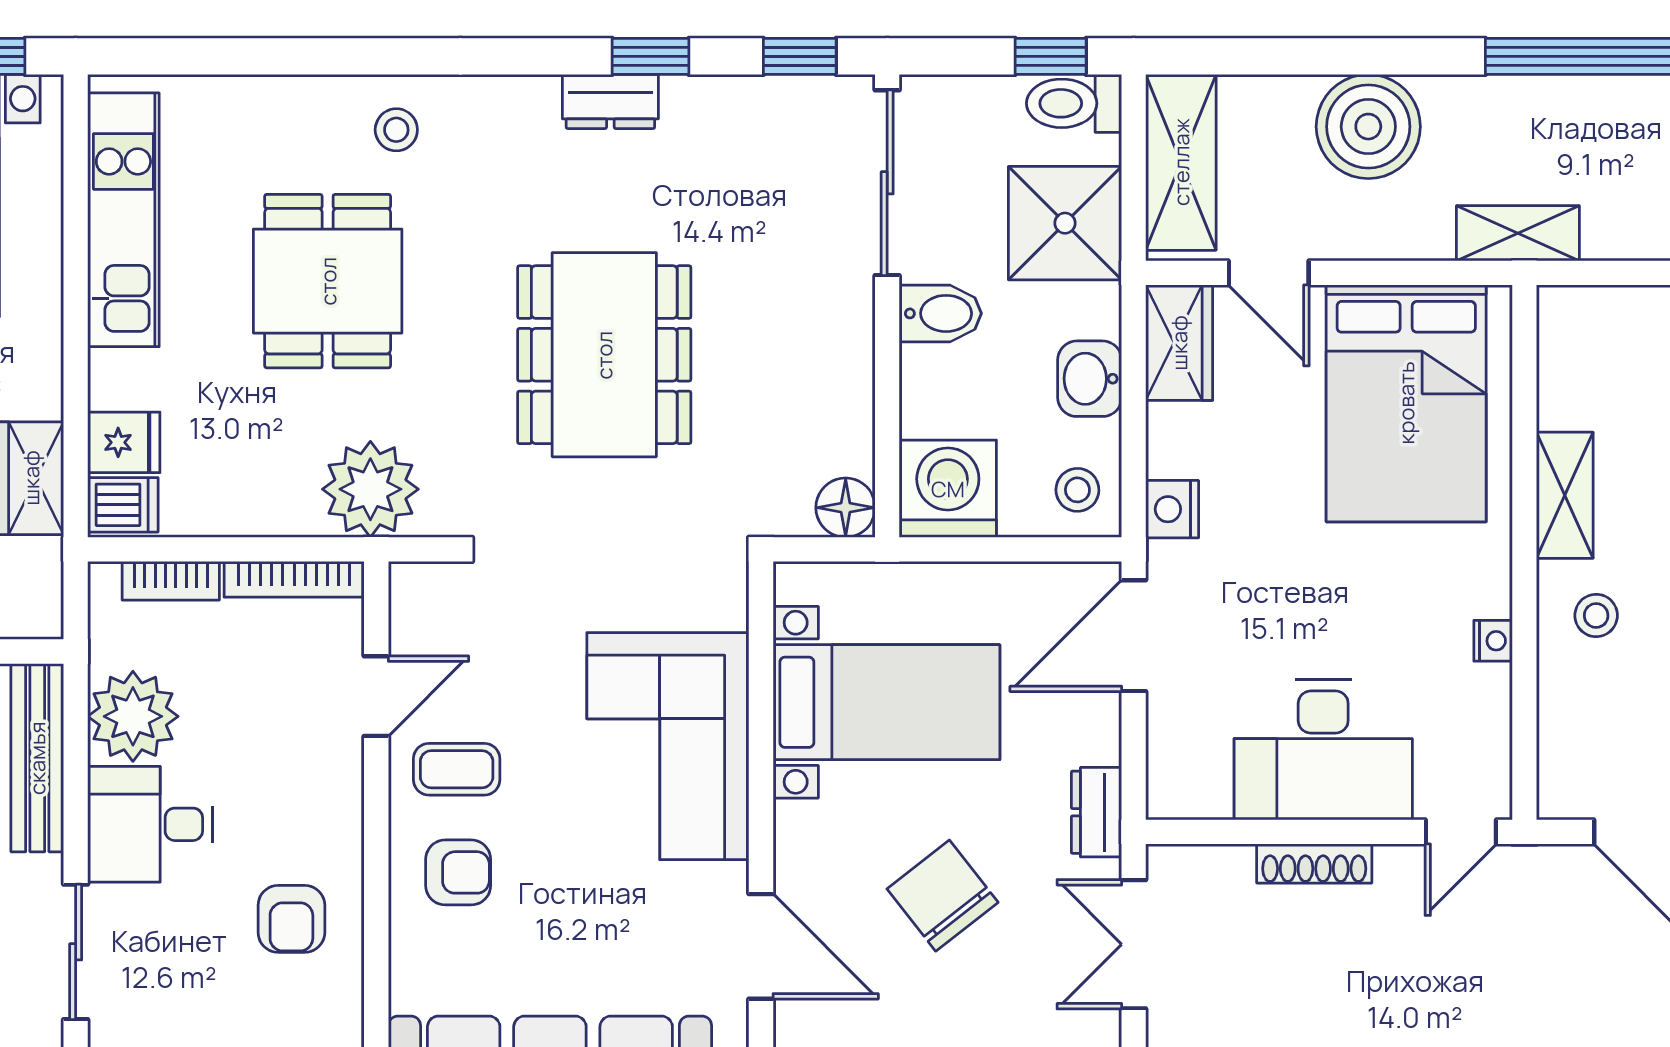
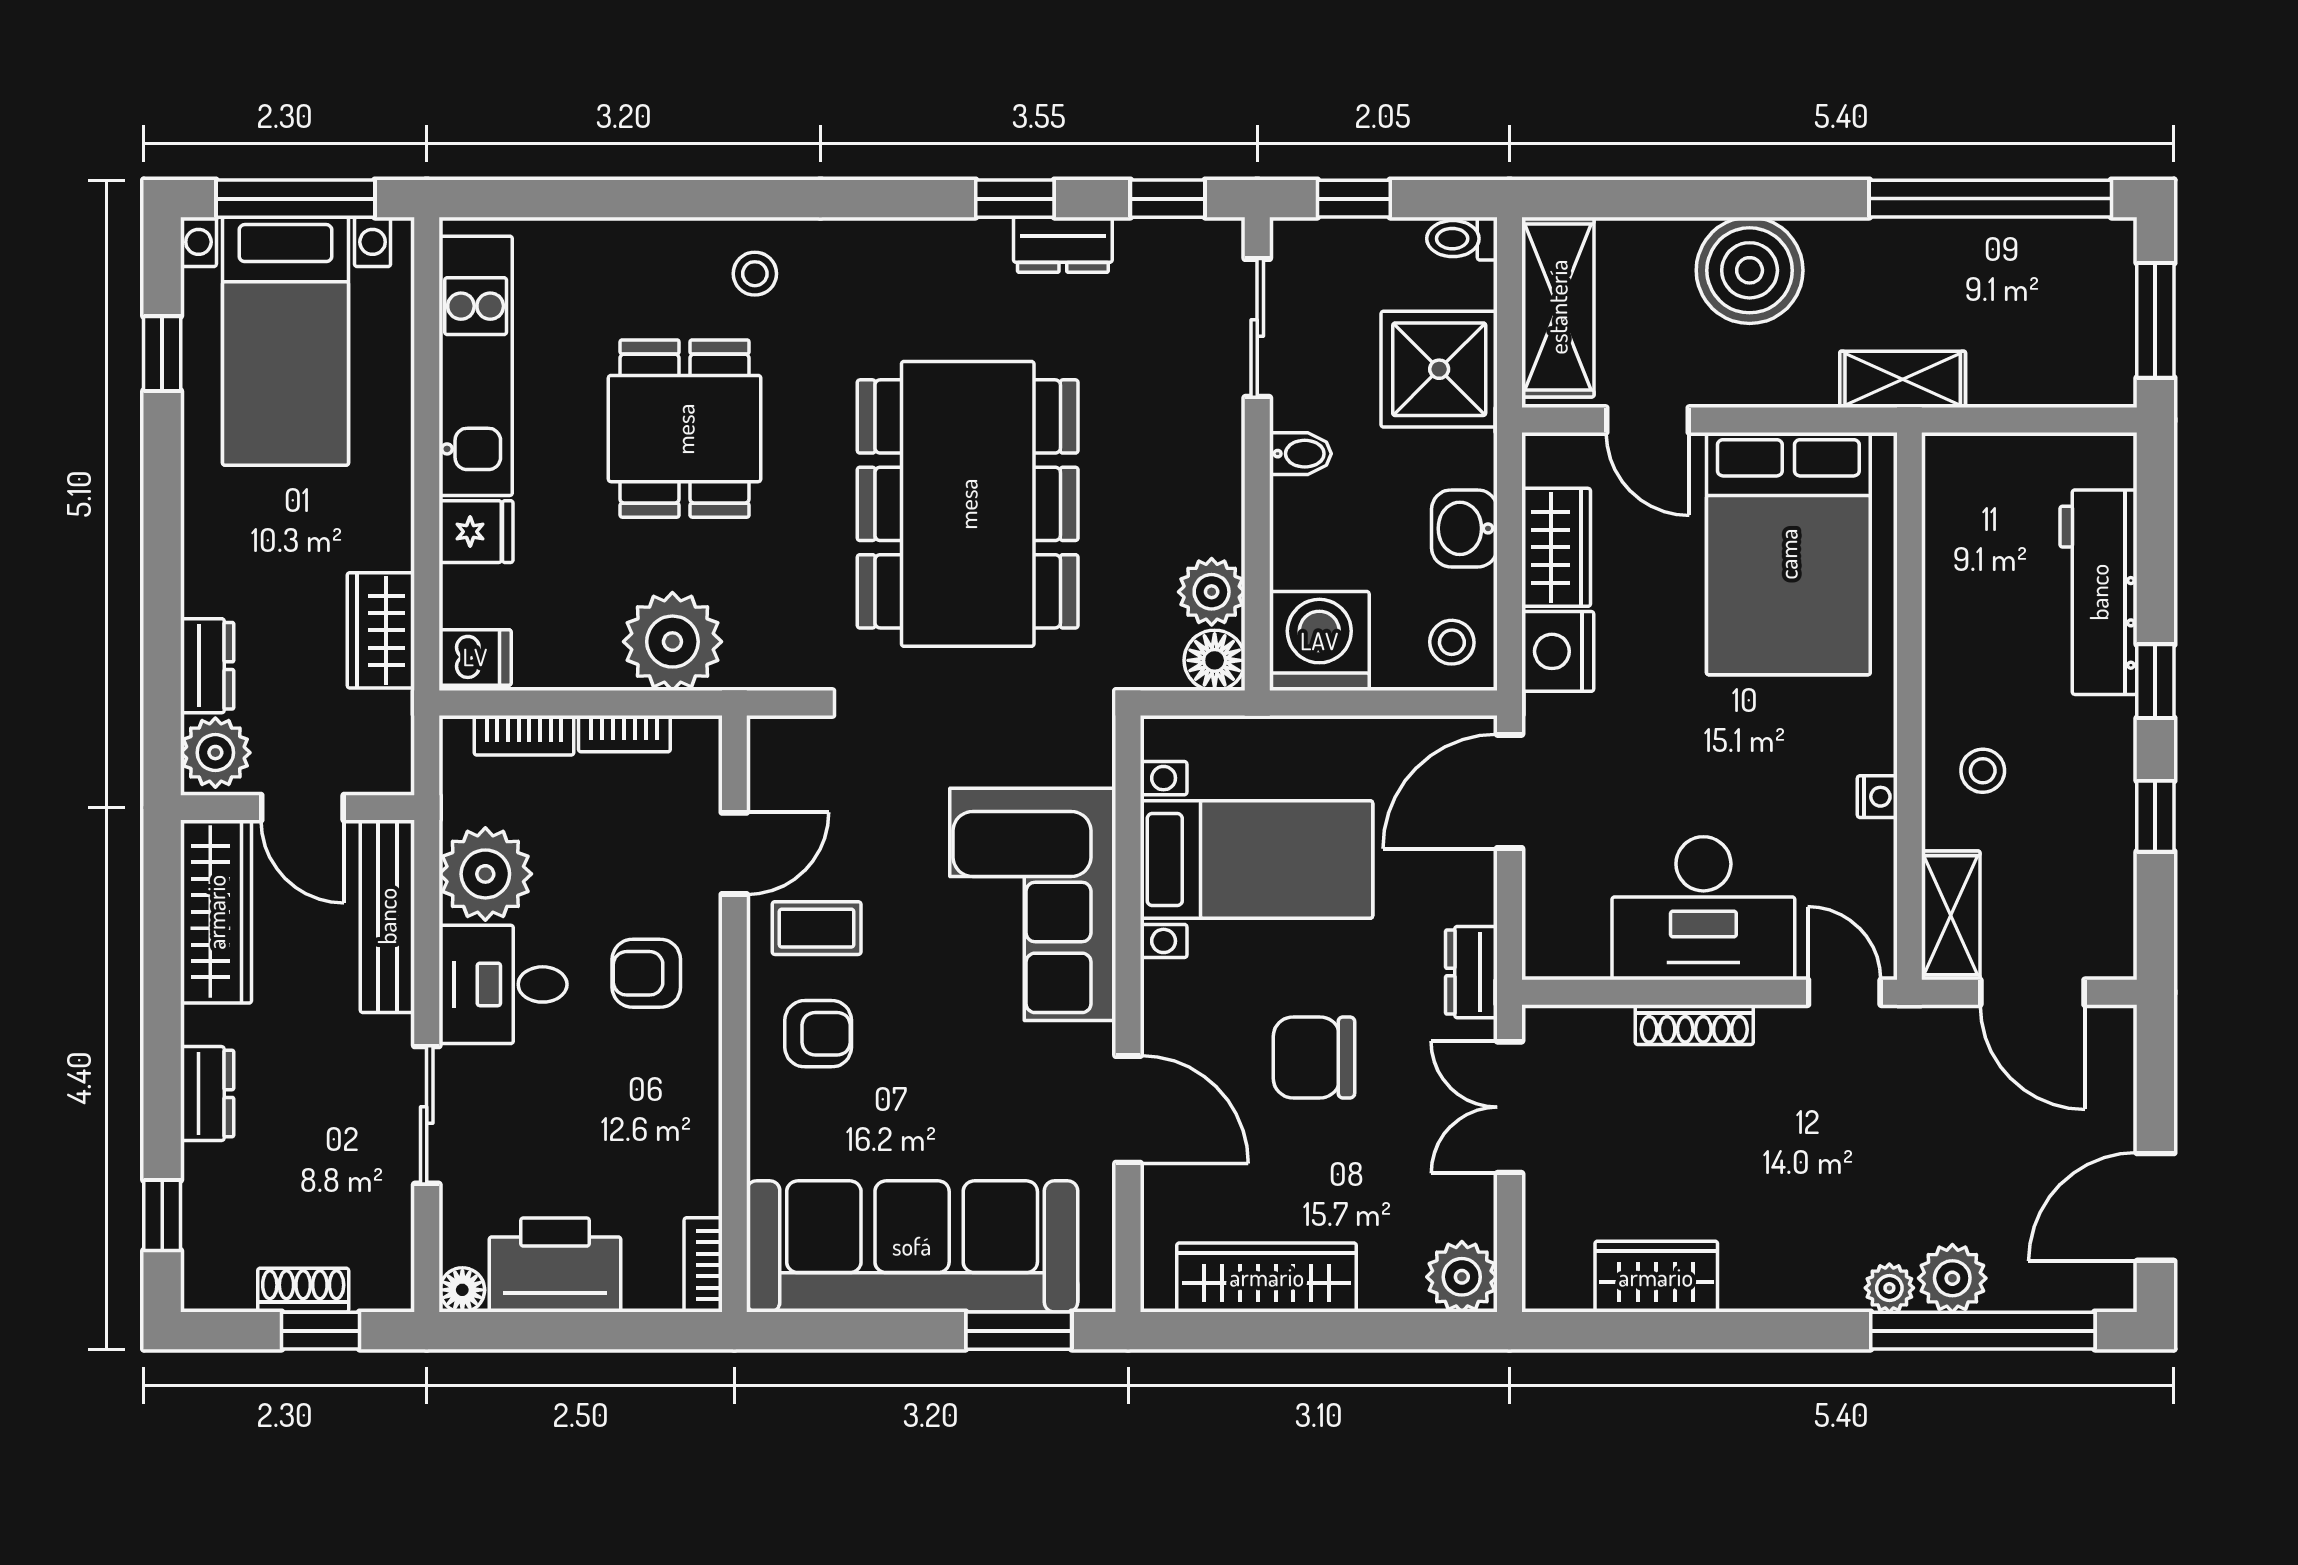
window: (1051, 56) -> (1354, 199), moved
dresser: (610, 101) -> (1063, 245), moved
toilet: (1074, 103) -> (1462, 239), width x0.73, depth x0.72
sliding door: (887, 183) -> (1257, 328), width x0.73
bidet: (940, 313) -> (1300, 454), width x0.72, depth x0.74
wardrobe: (1179, 343) -> (1556, 547), moved
dining table: (604, 355) -> (968, 504), width x1.36, depth x1.24
plant: (843, 441) -> (1212, 592), added
fridge: (124, 442) -> (476, 532), moved
plant: (370, 489) -> (672, 642), moved
shelving: (1565, 495) -> (1951, 915), moved
nightstand: (1172, 509) -> (1558, 651), width x1.36, depth x1.33
bookcase: (294, 579) -> (624, 734), width x0.64
door: (1461, 832) -> (1844, 992), swing flipped
chair: (943, 896) -> (1314, 1057), turned -52
armchair: (291, 919) -> (646, 973), moved, turned 90

